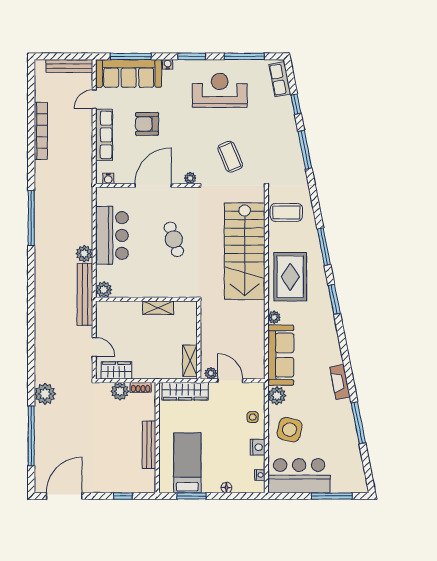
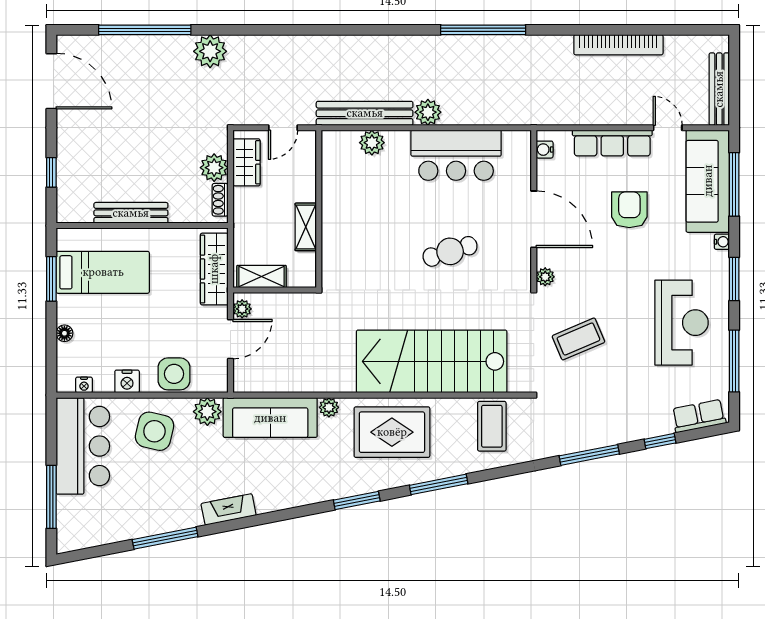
wall: (146, 299) -> (319, 209), moved
shelving: (158, 308) -> (306, 227), moved
side table: (253, 417) -> (174, 374), width x1.87, depth x1.87

